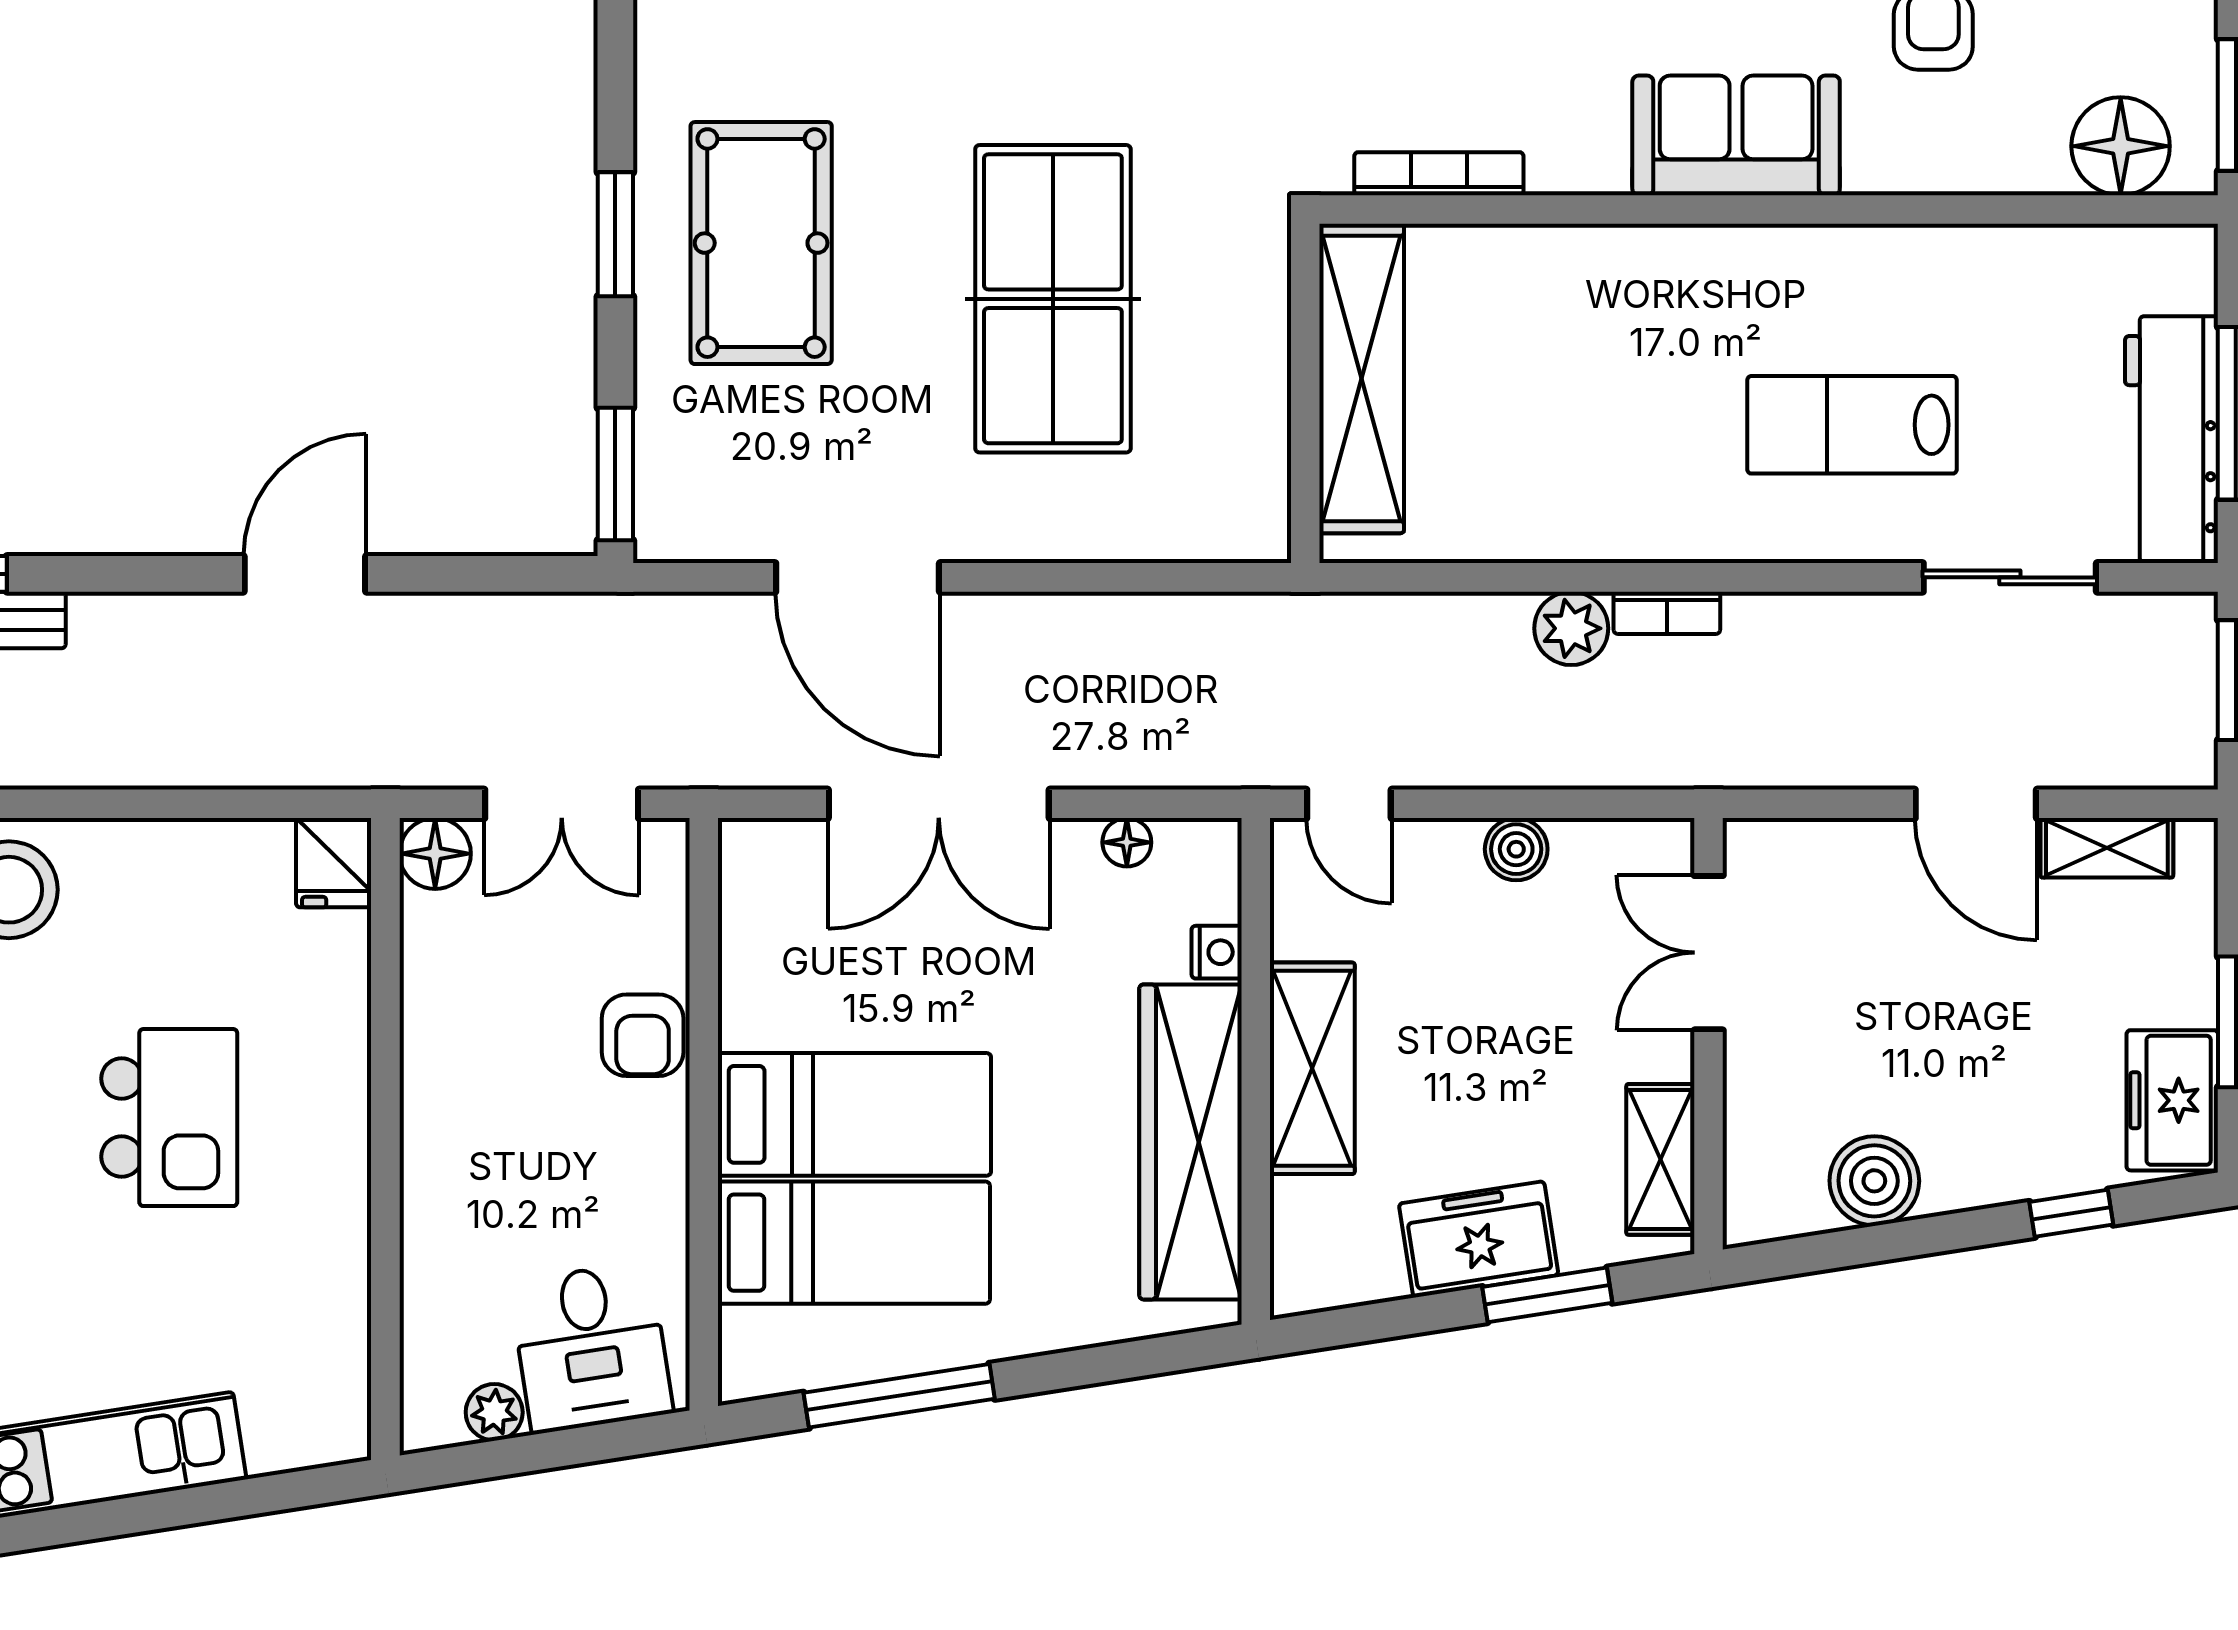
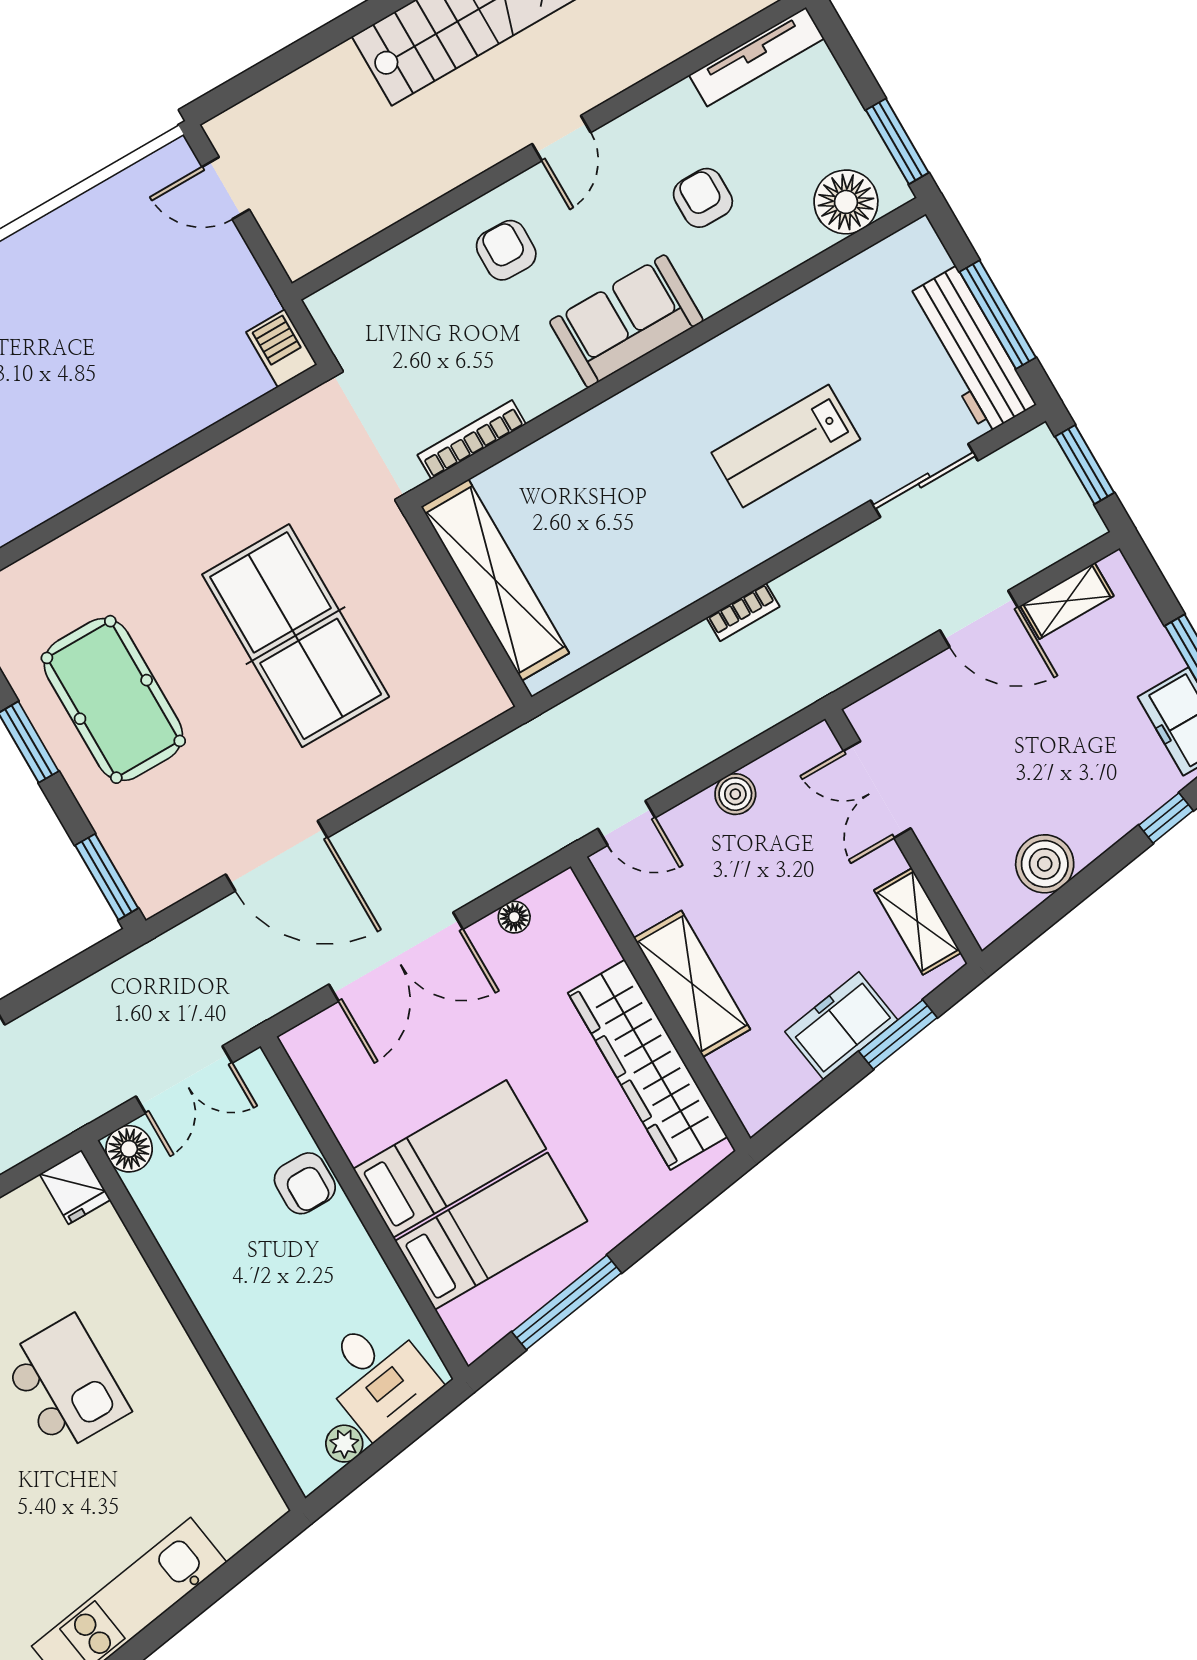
plant: (1571, 628) -> (694, 652), removed
nightstand: (1217, 952) -> (600, 950), removed

